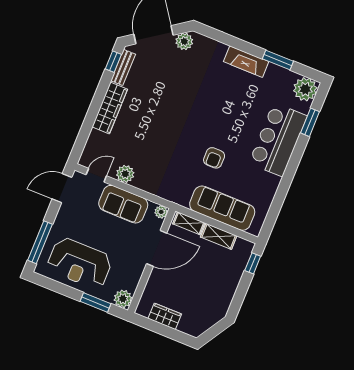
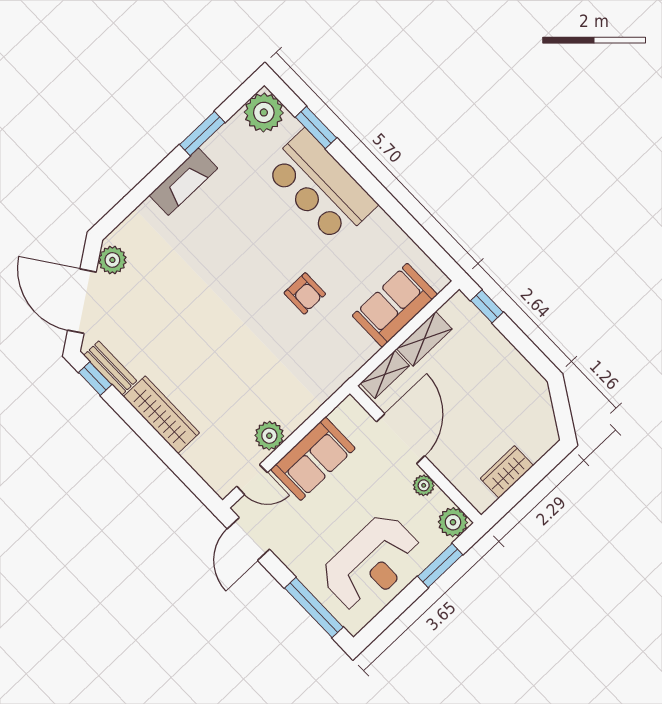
door: (96, 175) -> (252, 479), swing flipped
sofa: (222, 208) -> (395, 305), width x0.73
plant: (161, 212) -> (424, 485), moved

